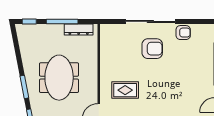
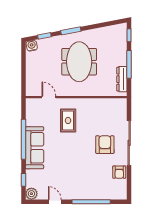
armchair: (152, 49) -> (105, 145), turned 180
meeting table: (59, 78) -> (79, 62), turned 90

